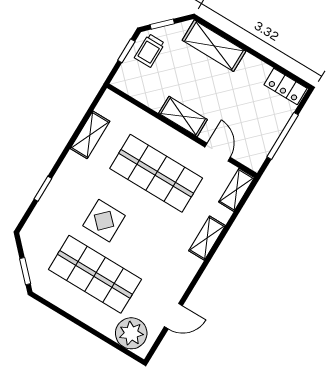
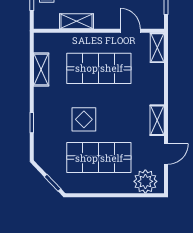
shelving: (183, 116) -> (76, 21), moved
shelving: (207, 238) -> (157, 120), moved

